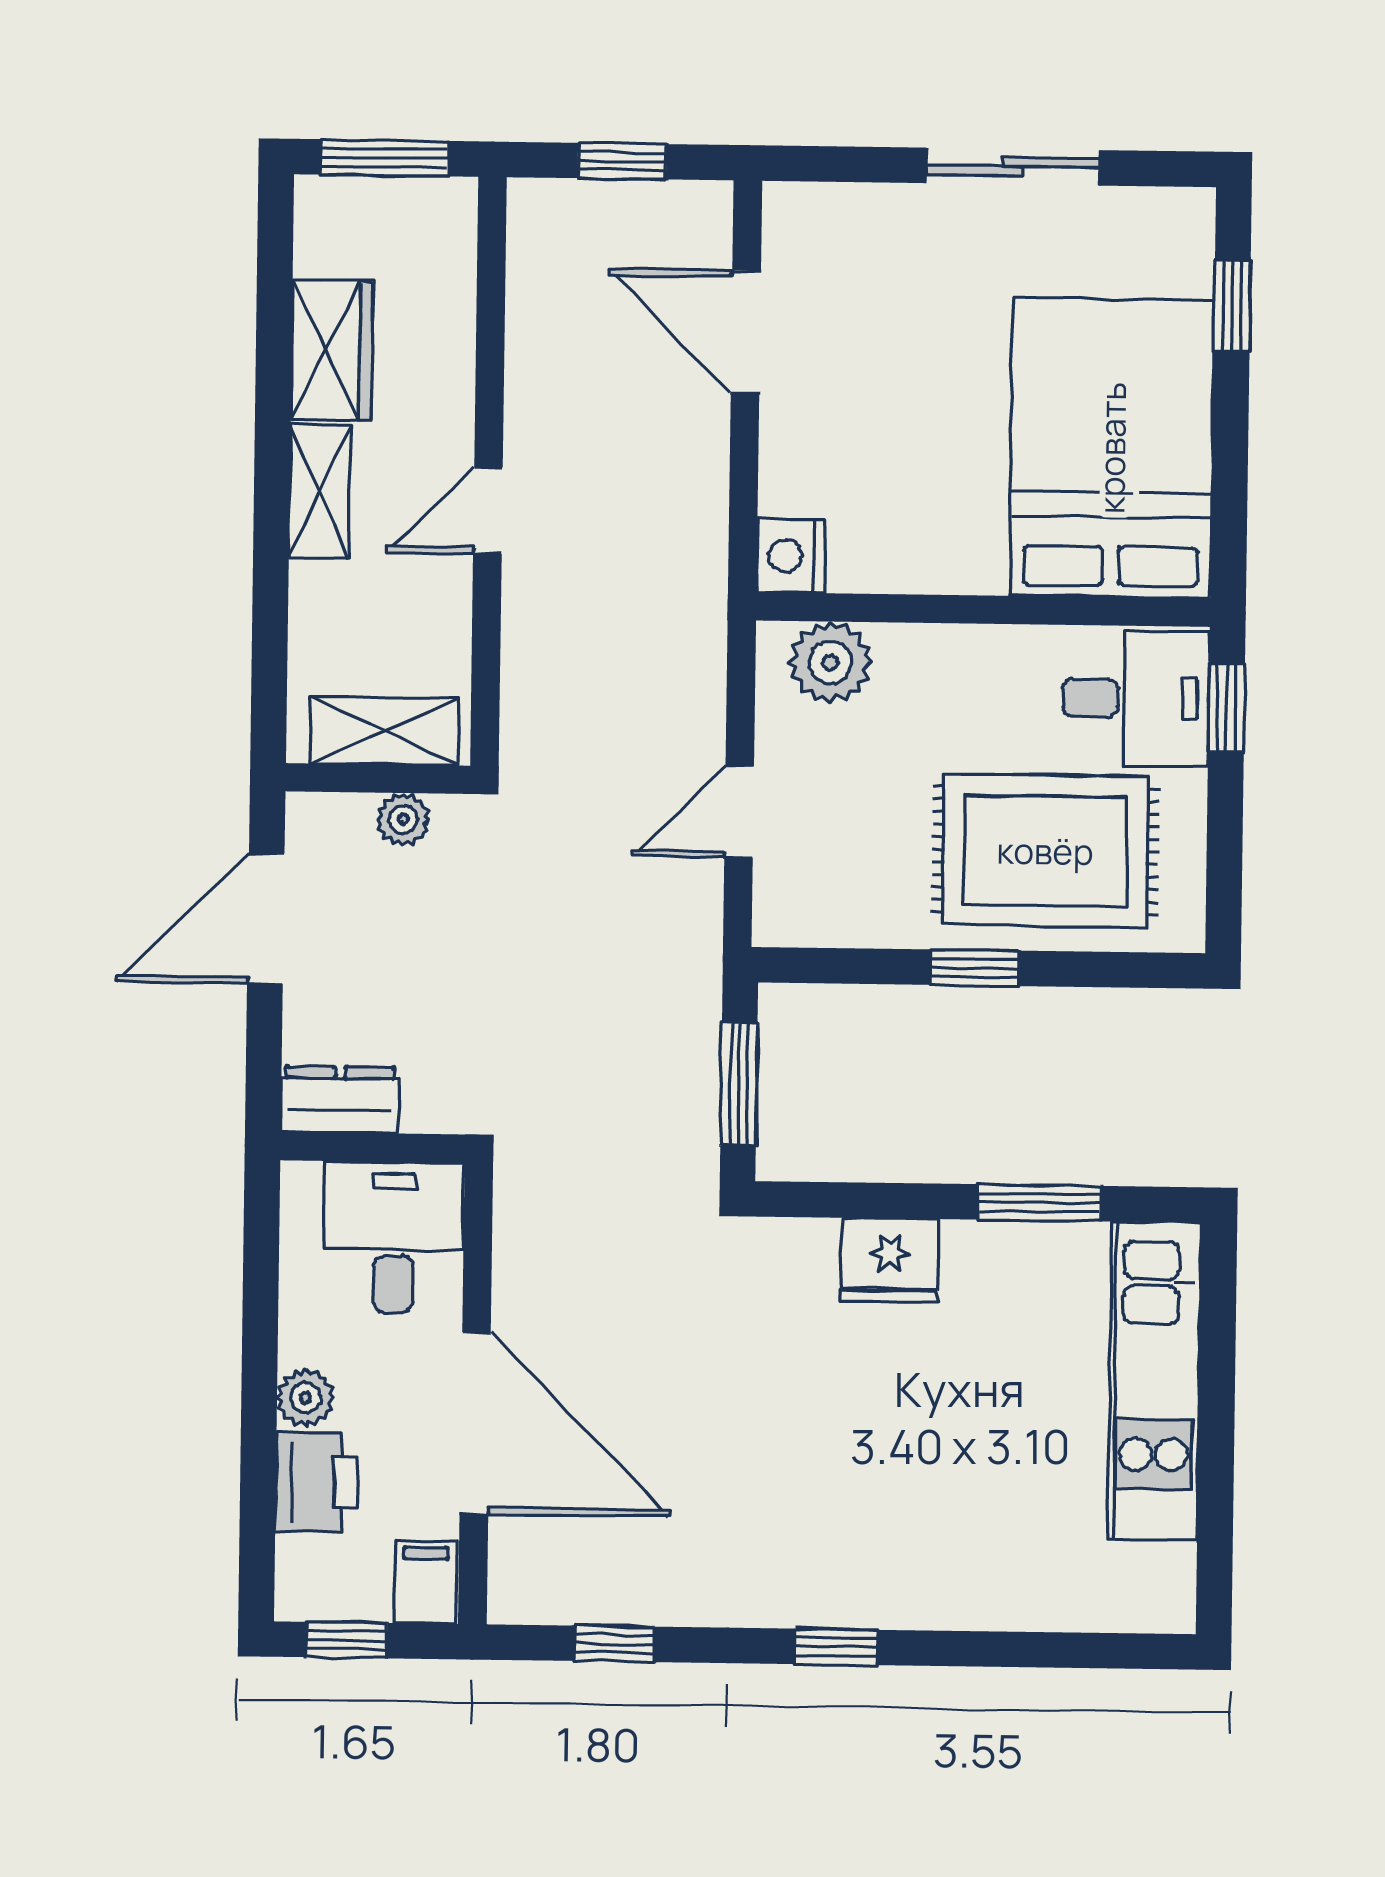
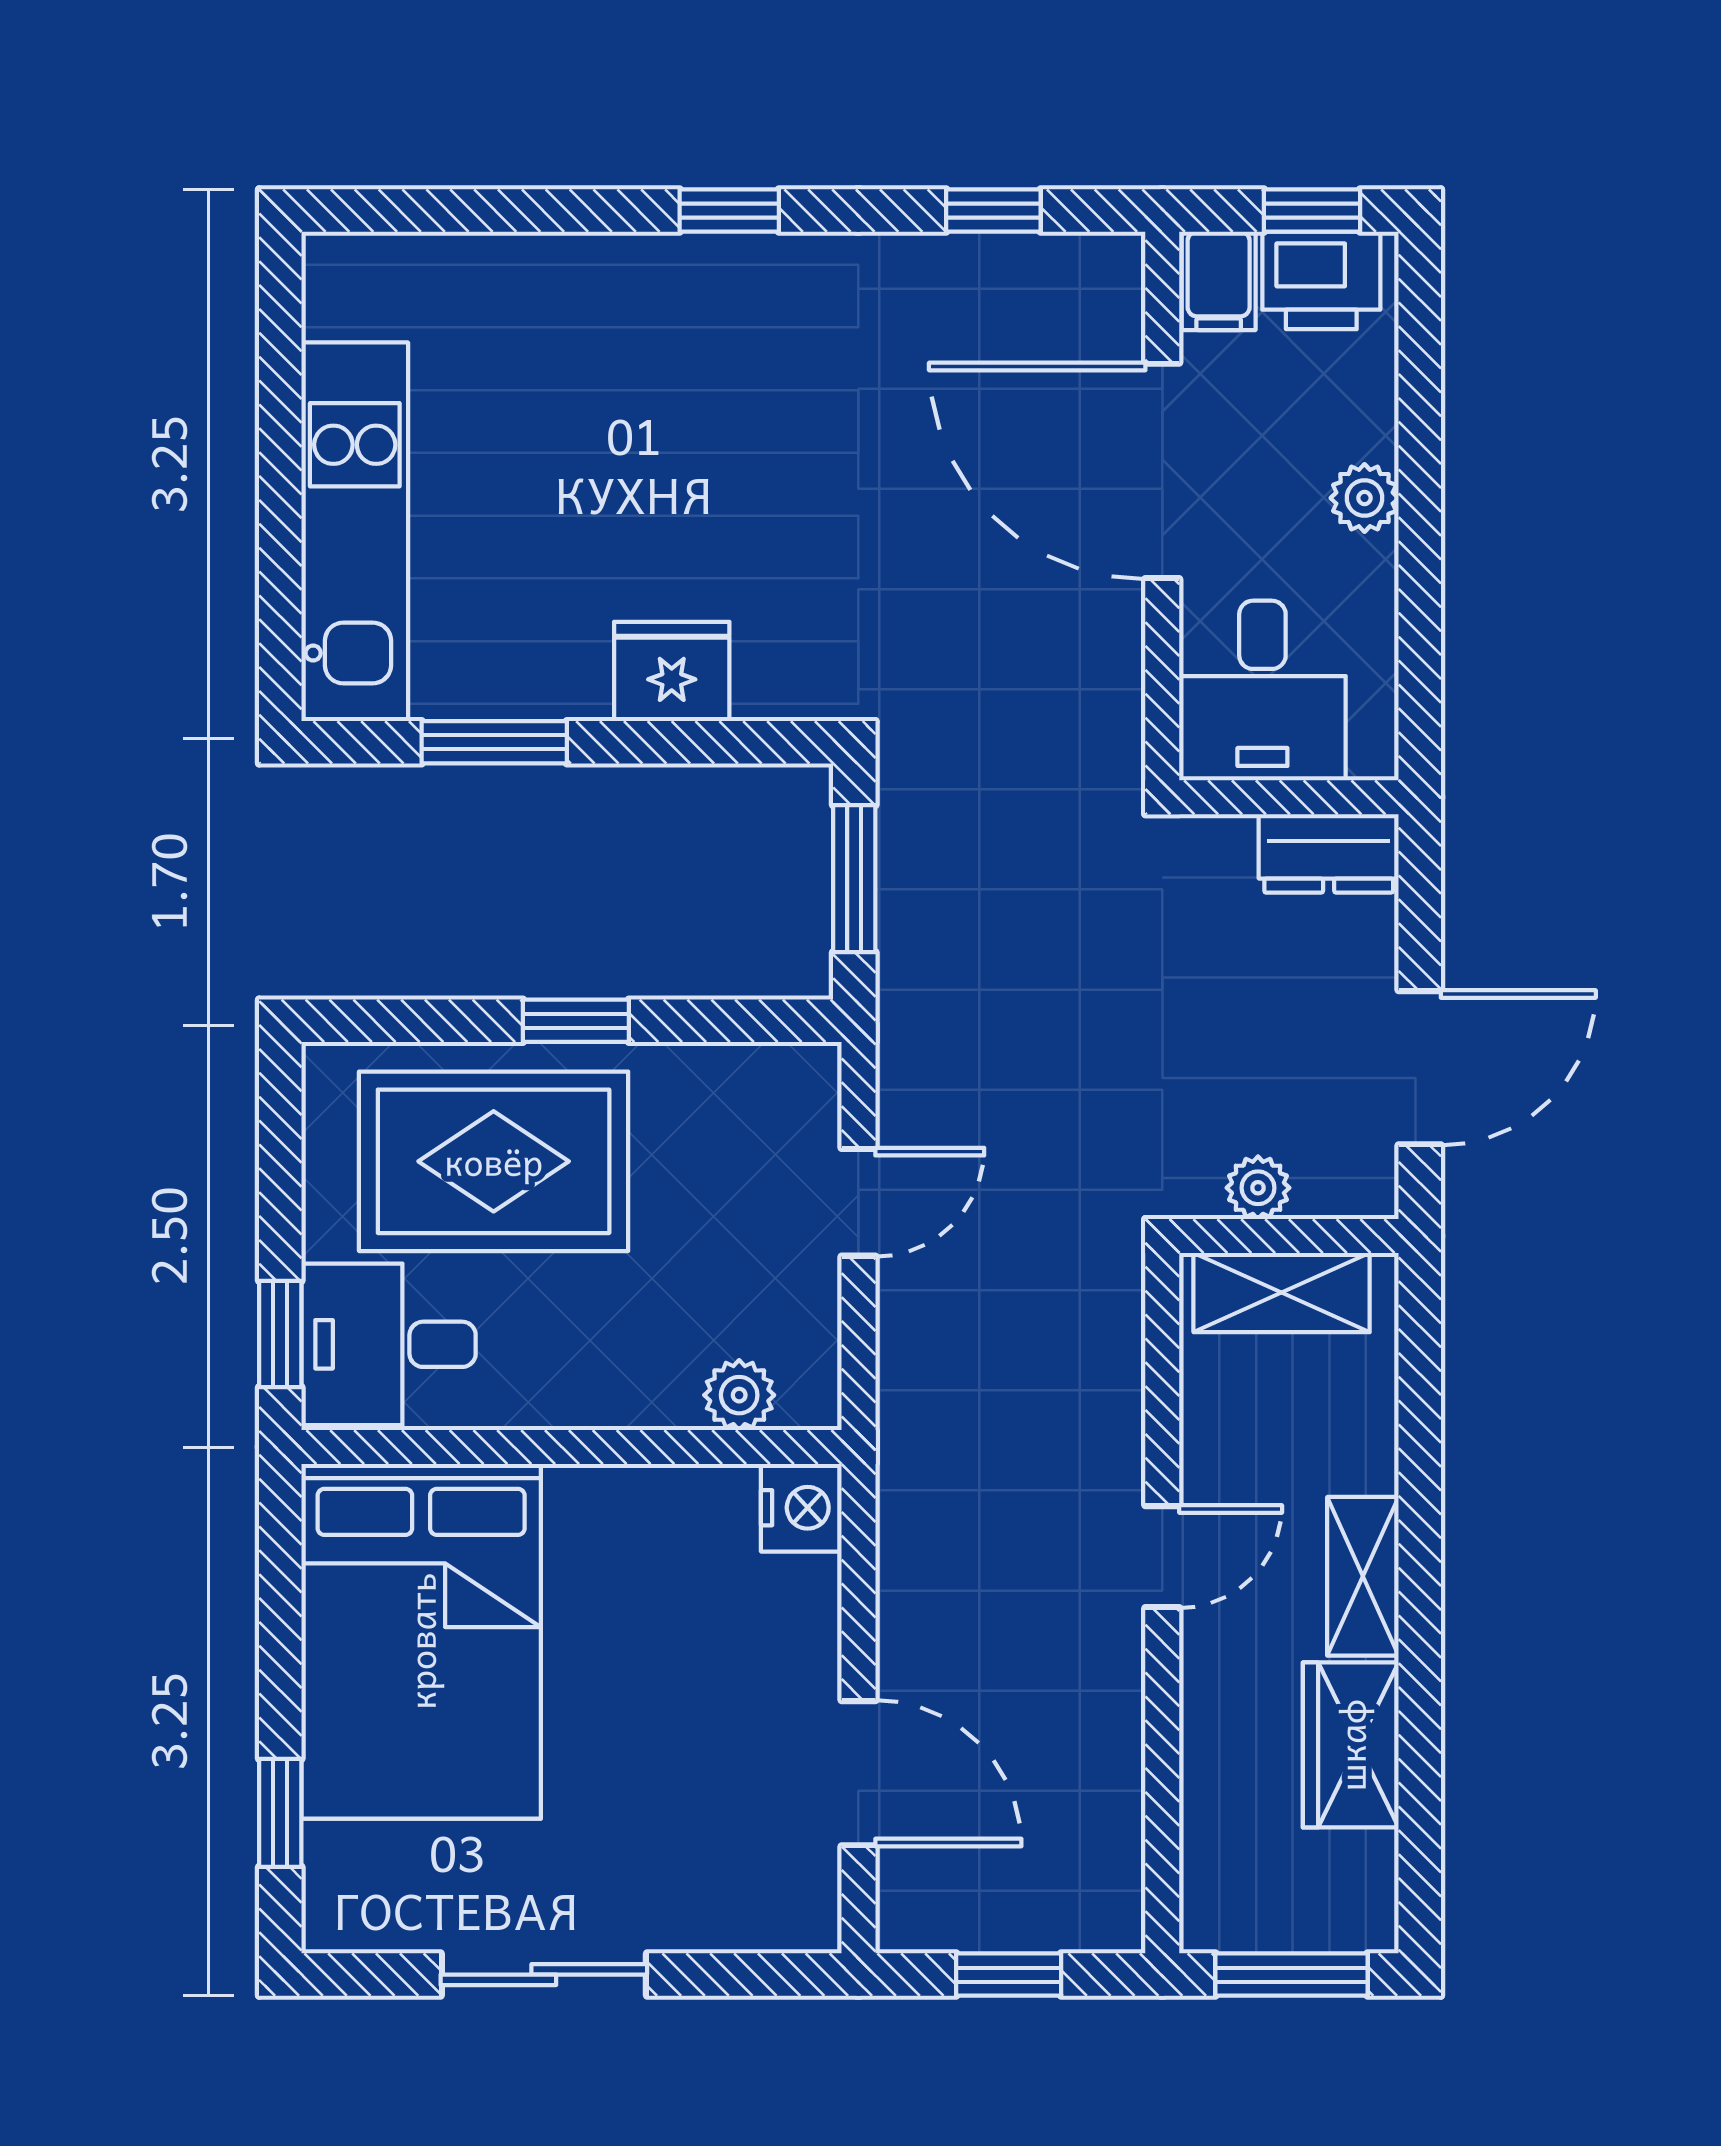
plant: (830, 662) -> (739, 1395), width x0.73, depth x0.73
printer: (317, 1482) -> (1321, 280), moved, turned -90

